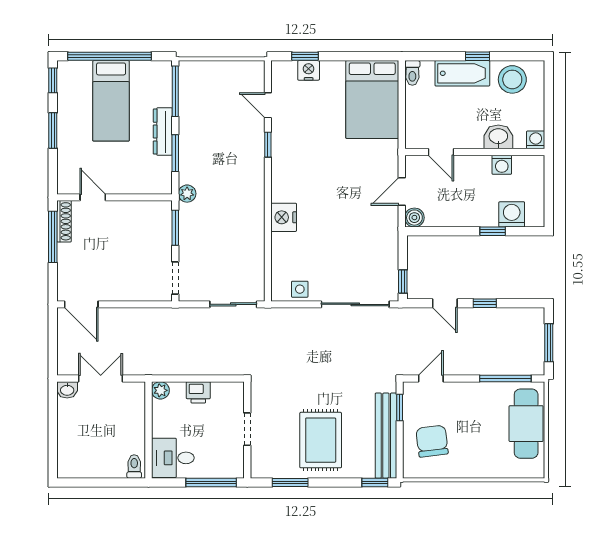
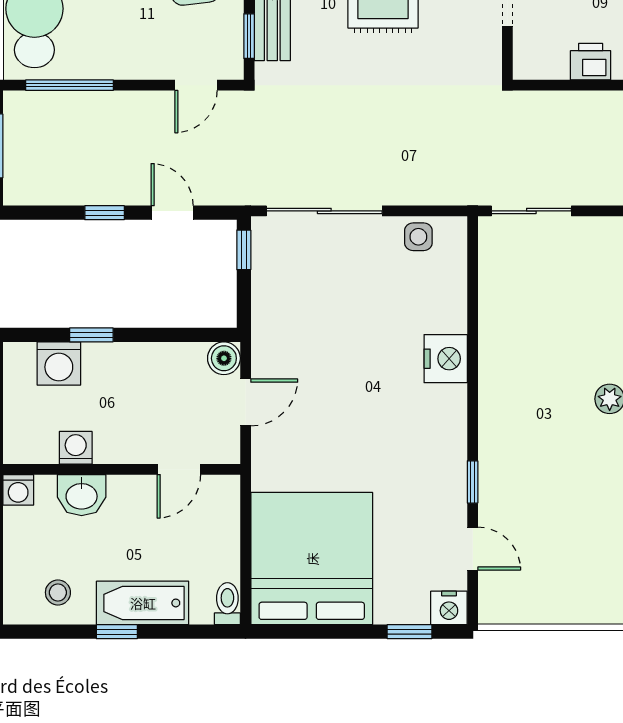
nightstand: (309, 70) -> (449, 608), moved
stool: (512, 79) -> (58, 592), width x0.53, depth x0.53
bed: (372, 100) -> (312, 559), width x1.36
door: (441, 152) -> (179, 469), swing flipped

